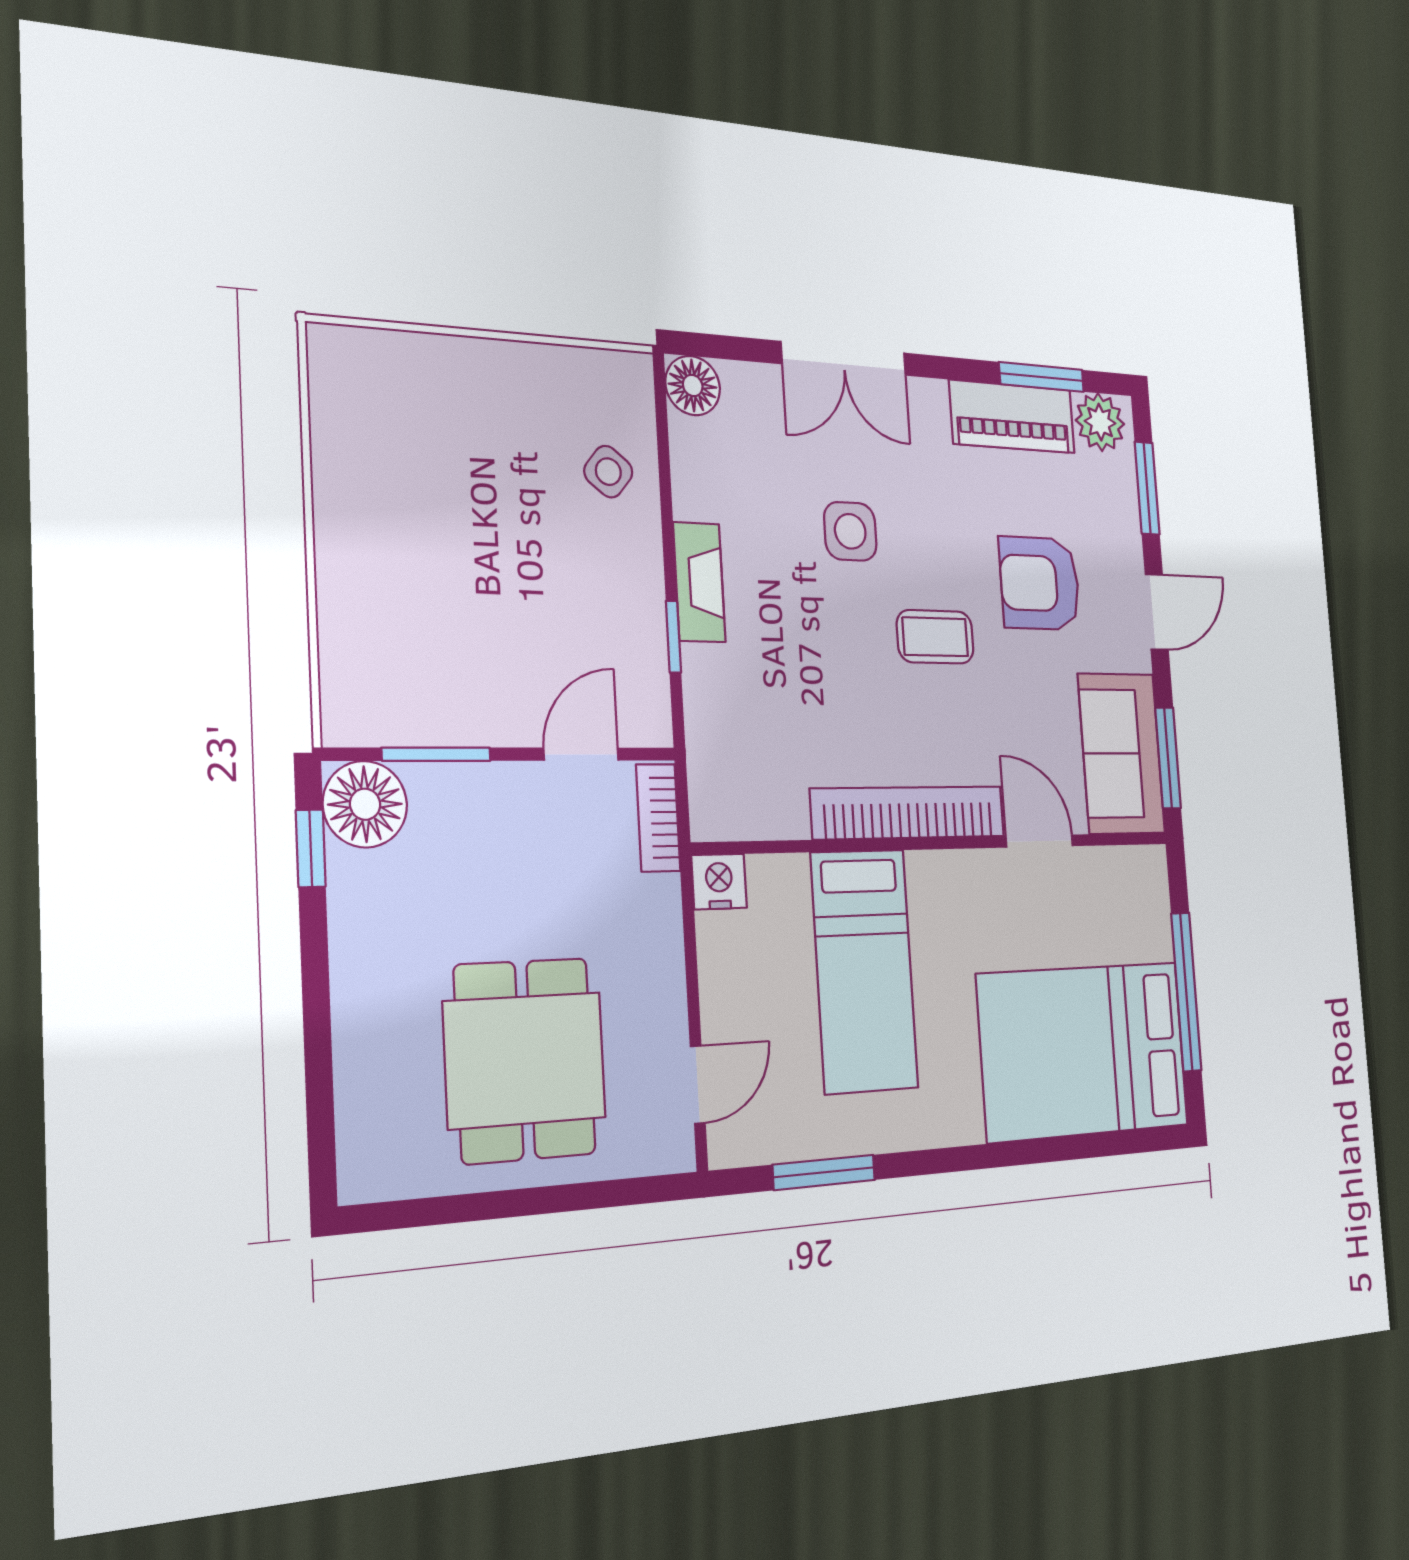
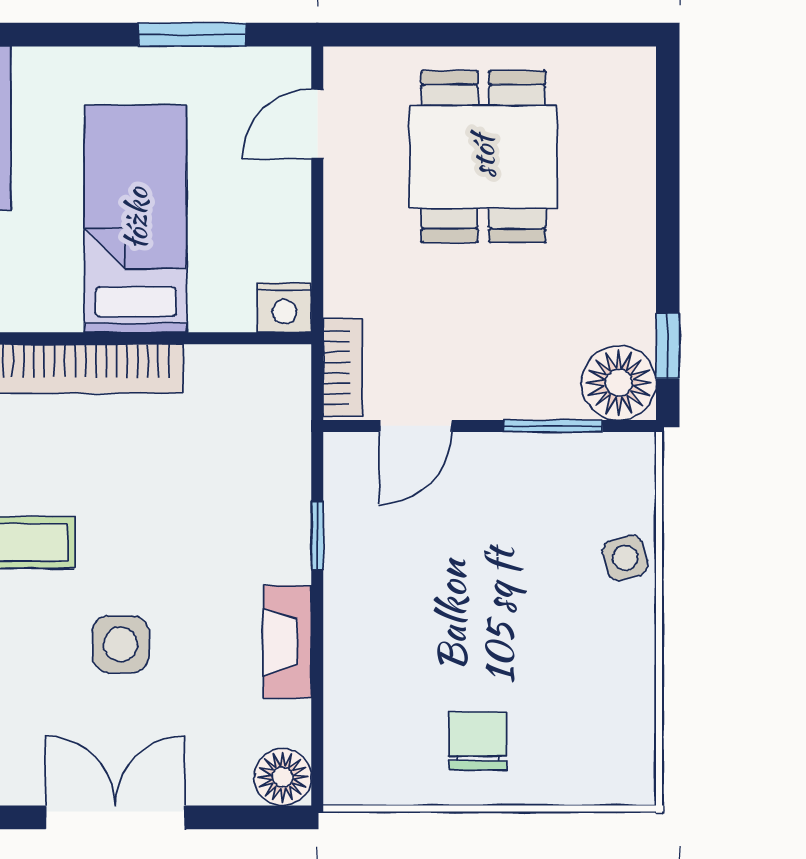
chair: (501, 408) -> (478, 741), added
side table: (608, 472) -> (625, 558), moved, turned 35
fireplace: (699, 582) -> (287, 642), moved

